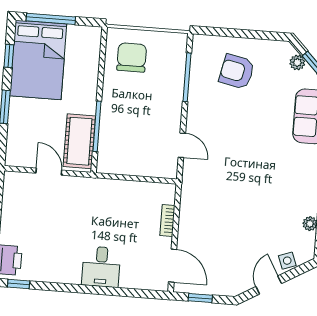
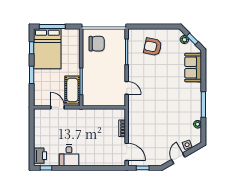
chair: (132, 57) -> (97, 44), turned 90
desk: (101, 267) -> (69, 155), moved

